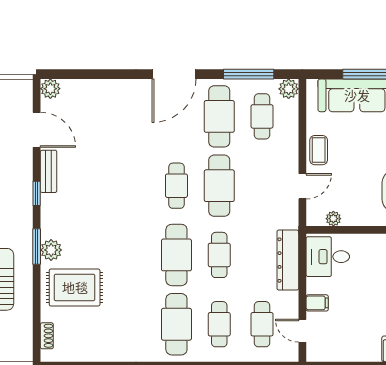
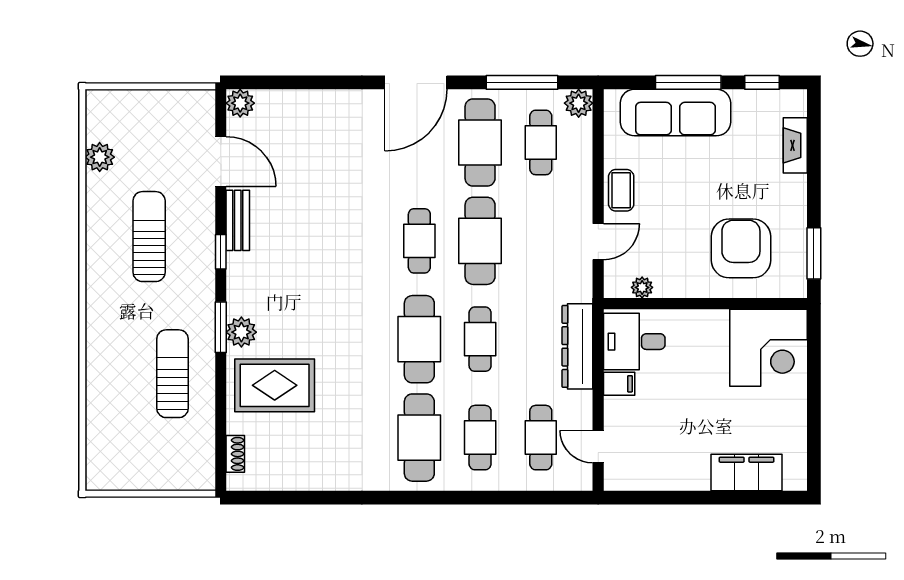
filing cabinet: (317, 303) -> (619, 384), moved

